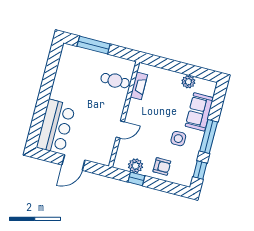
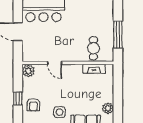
window: (94, 45) -> (118, 35), moved
plant: (135, 166) -> (28, 71), moved
window: (136, 179) -> (18, 99), moved

